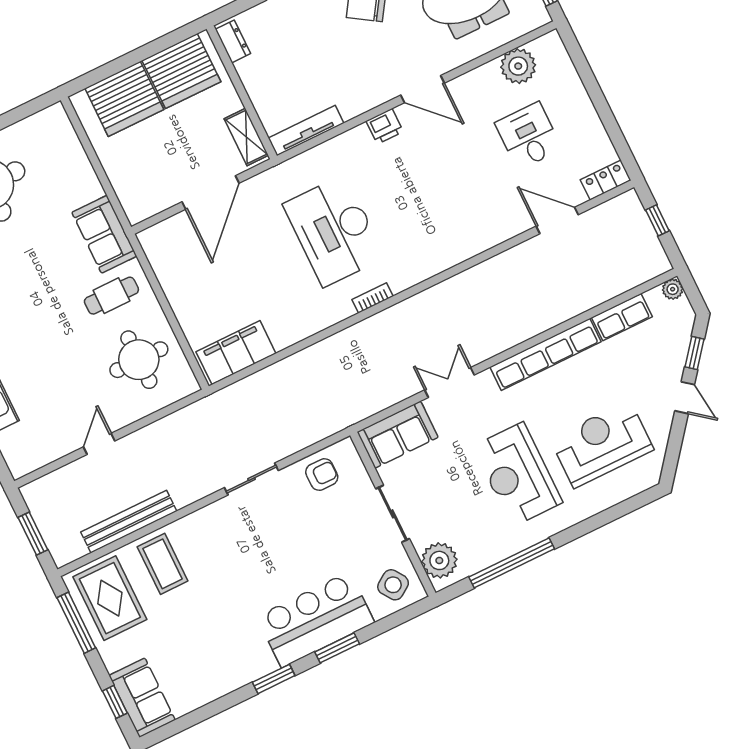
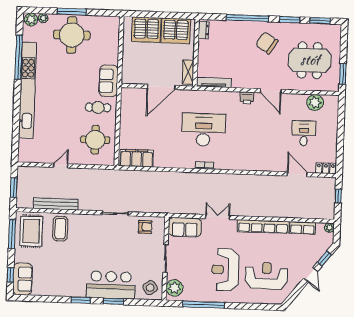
desk: (334, 231) -> (203, 130), turned 90

